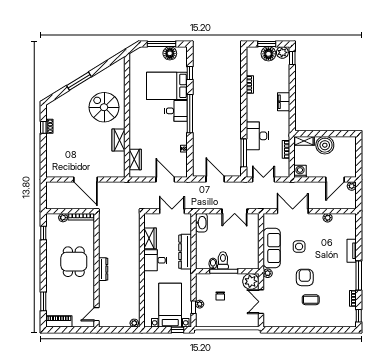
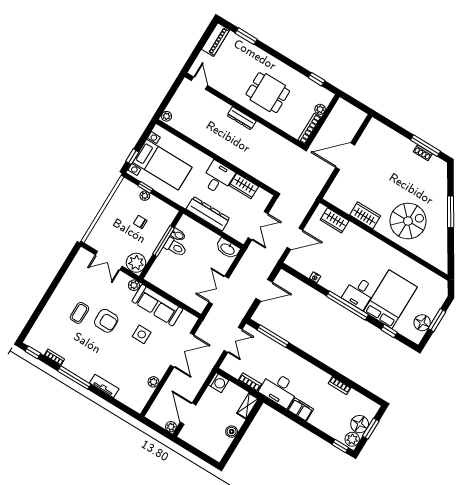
window: (162, 44) -> (437, 320), width x0.69
window: (43, 127) -> (425, 146), width x2.17
desk: (257, 136) -> (279, 389), moved, turned 180
boiler: (325, 145) -> (232, 432), width x0.54, depth x0.54
double door: (261, 302) -> (109, 261), swing flipped

